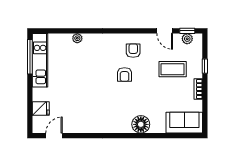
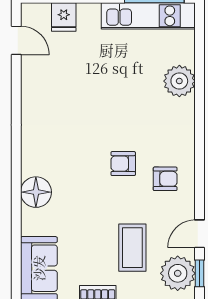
plant: (77, 38) -> (179, 81), width x1.88, depth x1.88
plant: (187, 39) -> (178, 273), width x1.87, depth x1.87

